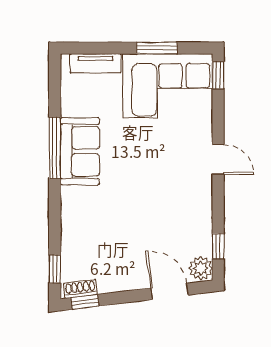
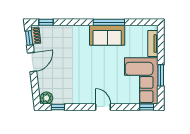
door: (218, 159) -> (103, 107), swing flipped
door: (169, 291) -> (32, 62), moved

